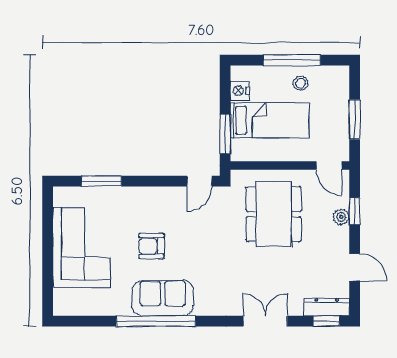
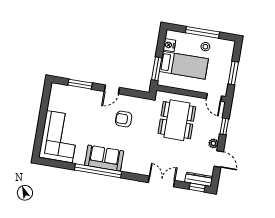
door: (199, 181) -> (112, 89), moved
plant: (341, 217) -> (213, 143), moved
armchair: (151, 246) -> (124, 119), moved
corner sofa: (82, 247) -> (59, 137), moved

